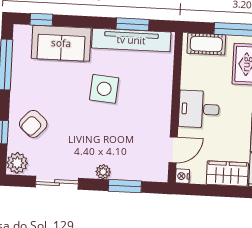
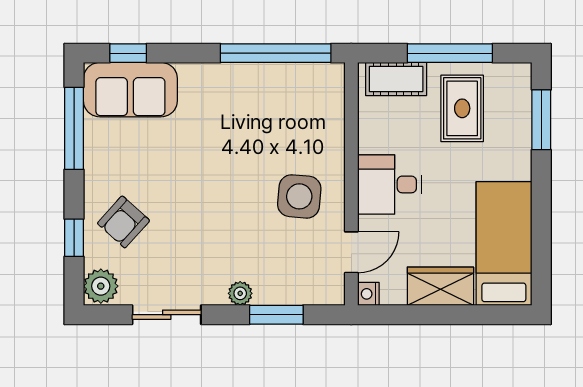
window: (133, 24) -> (276, 53), width x2.11
tv unit: (131, 40) -> (275, 79), removed
sofa: (61, 43) -> (130, 90), moved
side table: (104, 89) -> (299, 196), moved

